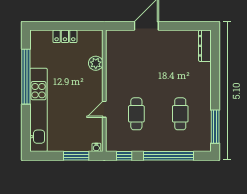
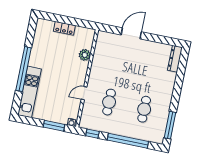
window: (26, 77) -> (24, 69), moved
kitchen unit: (38, 110) -> (29, 92), width x0.73

